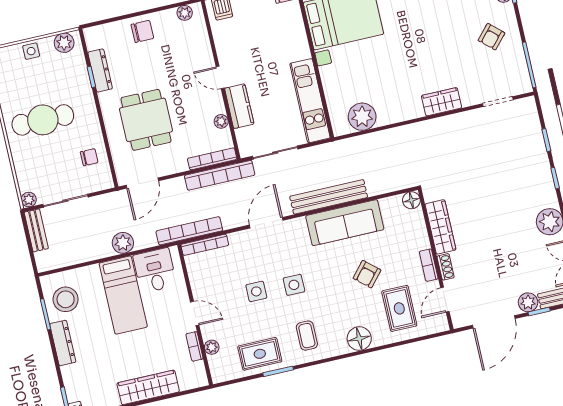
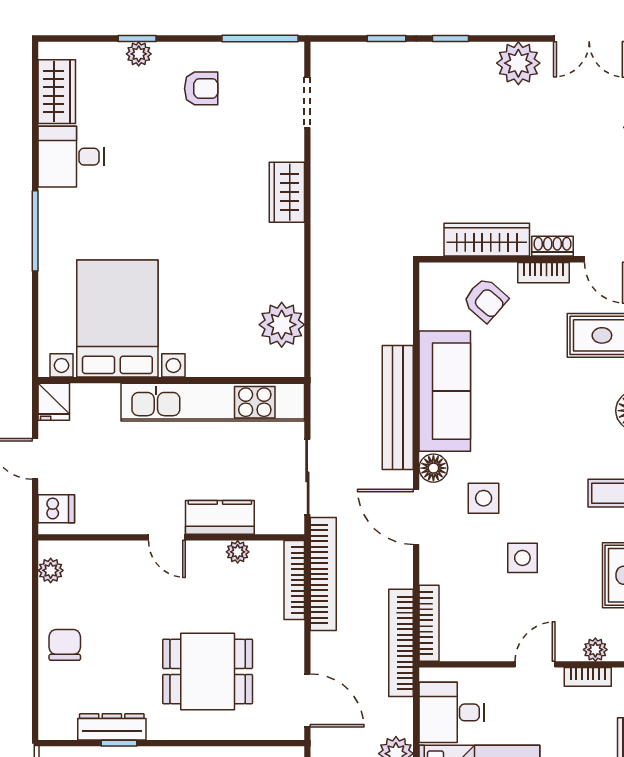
armchair: (491, 37) -> (201, 88), turned -42
door: (220, 77) -> (167, 537), hinge flipped
kitchen unit: (310, 101) -> (213, 402), width x1.36
floor lamp: (411, 200) -> (433, 468), moved
armchair: (367, 274) -> (485, 300), moved
side table: (294, 285) -> (484, 498), moved

